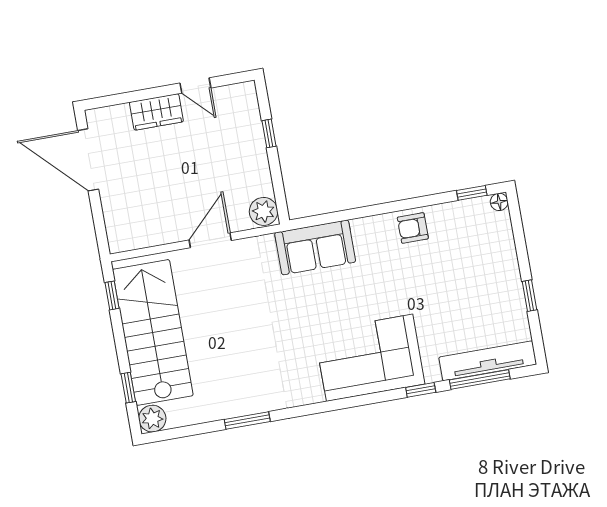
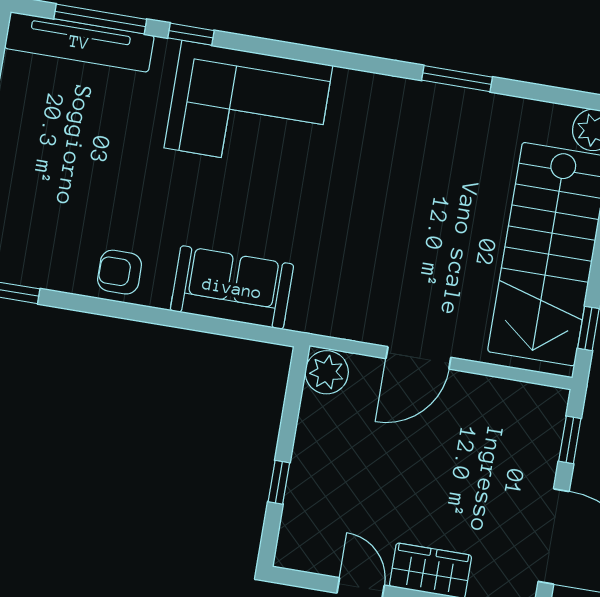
window: (99, 223) -> (570, 440), added
armchair: (413, 228) -> (120, 272), turned 180
sofa: (315, 247) -> (232, 288), moved

